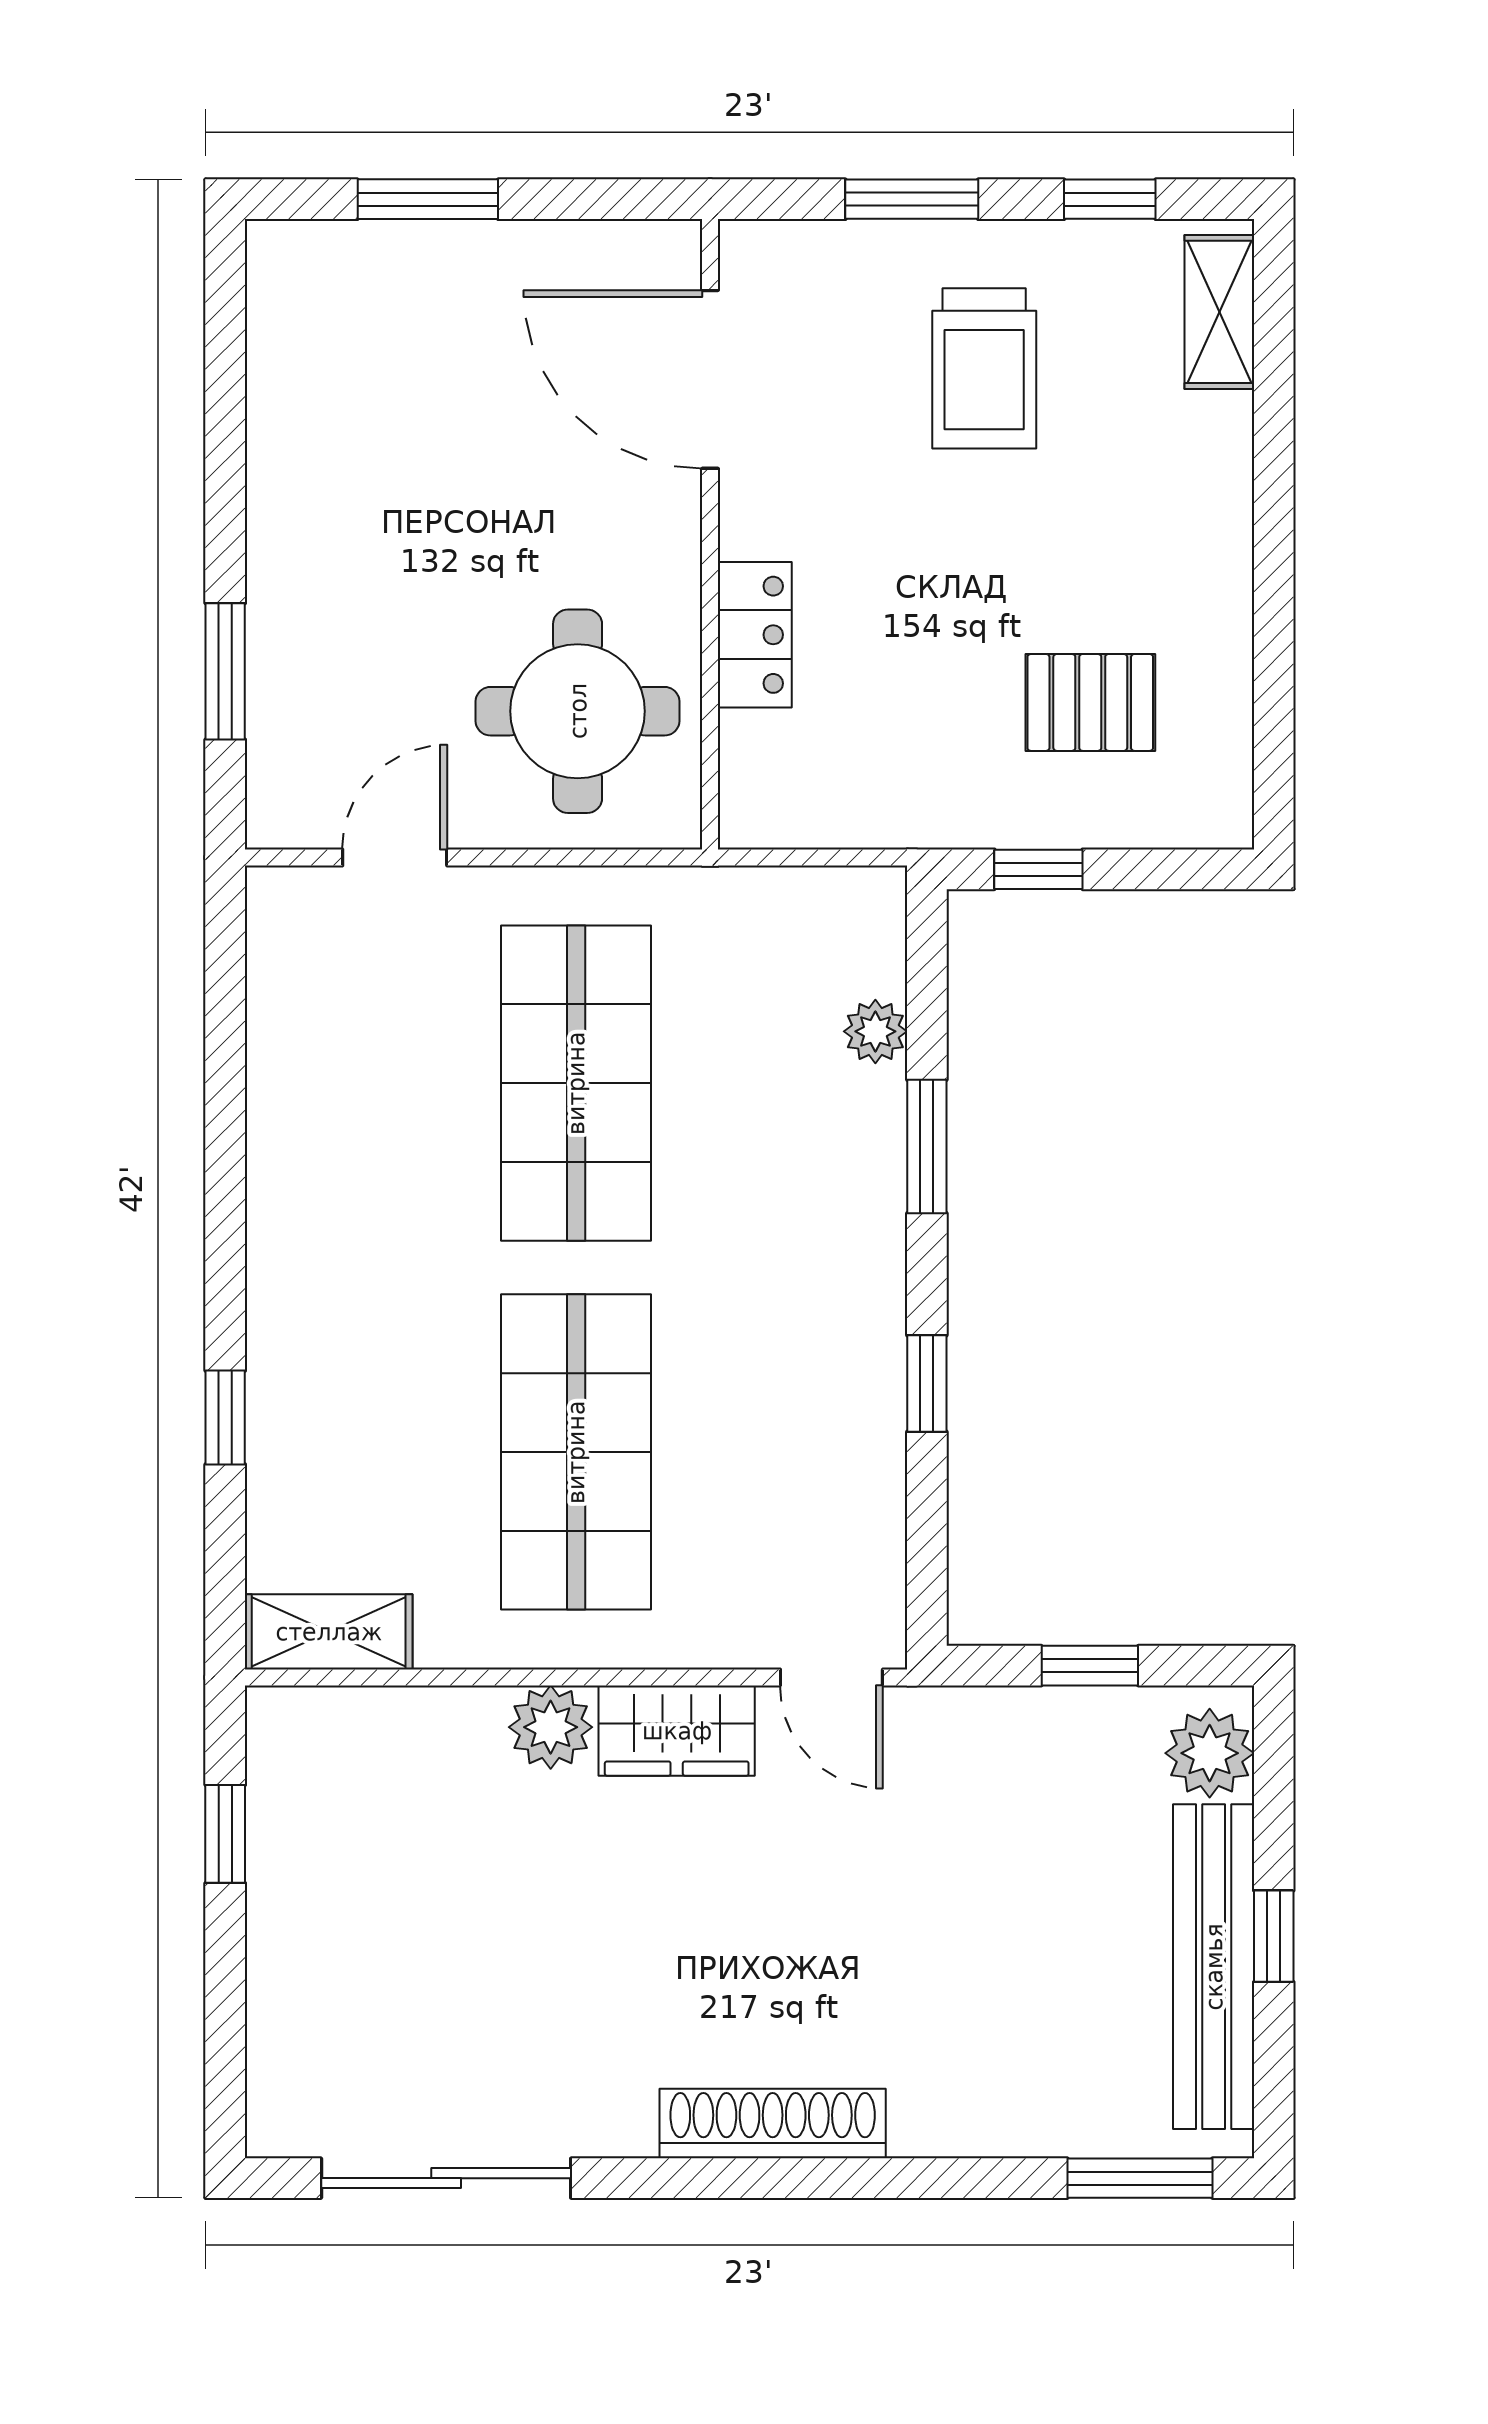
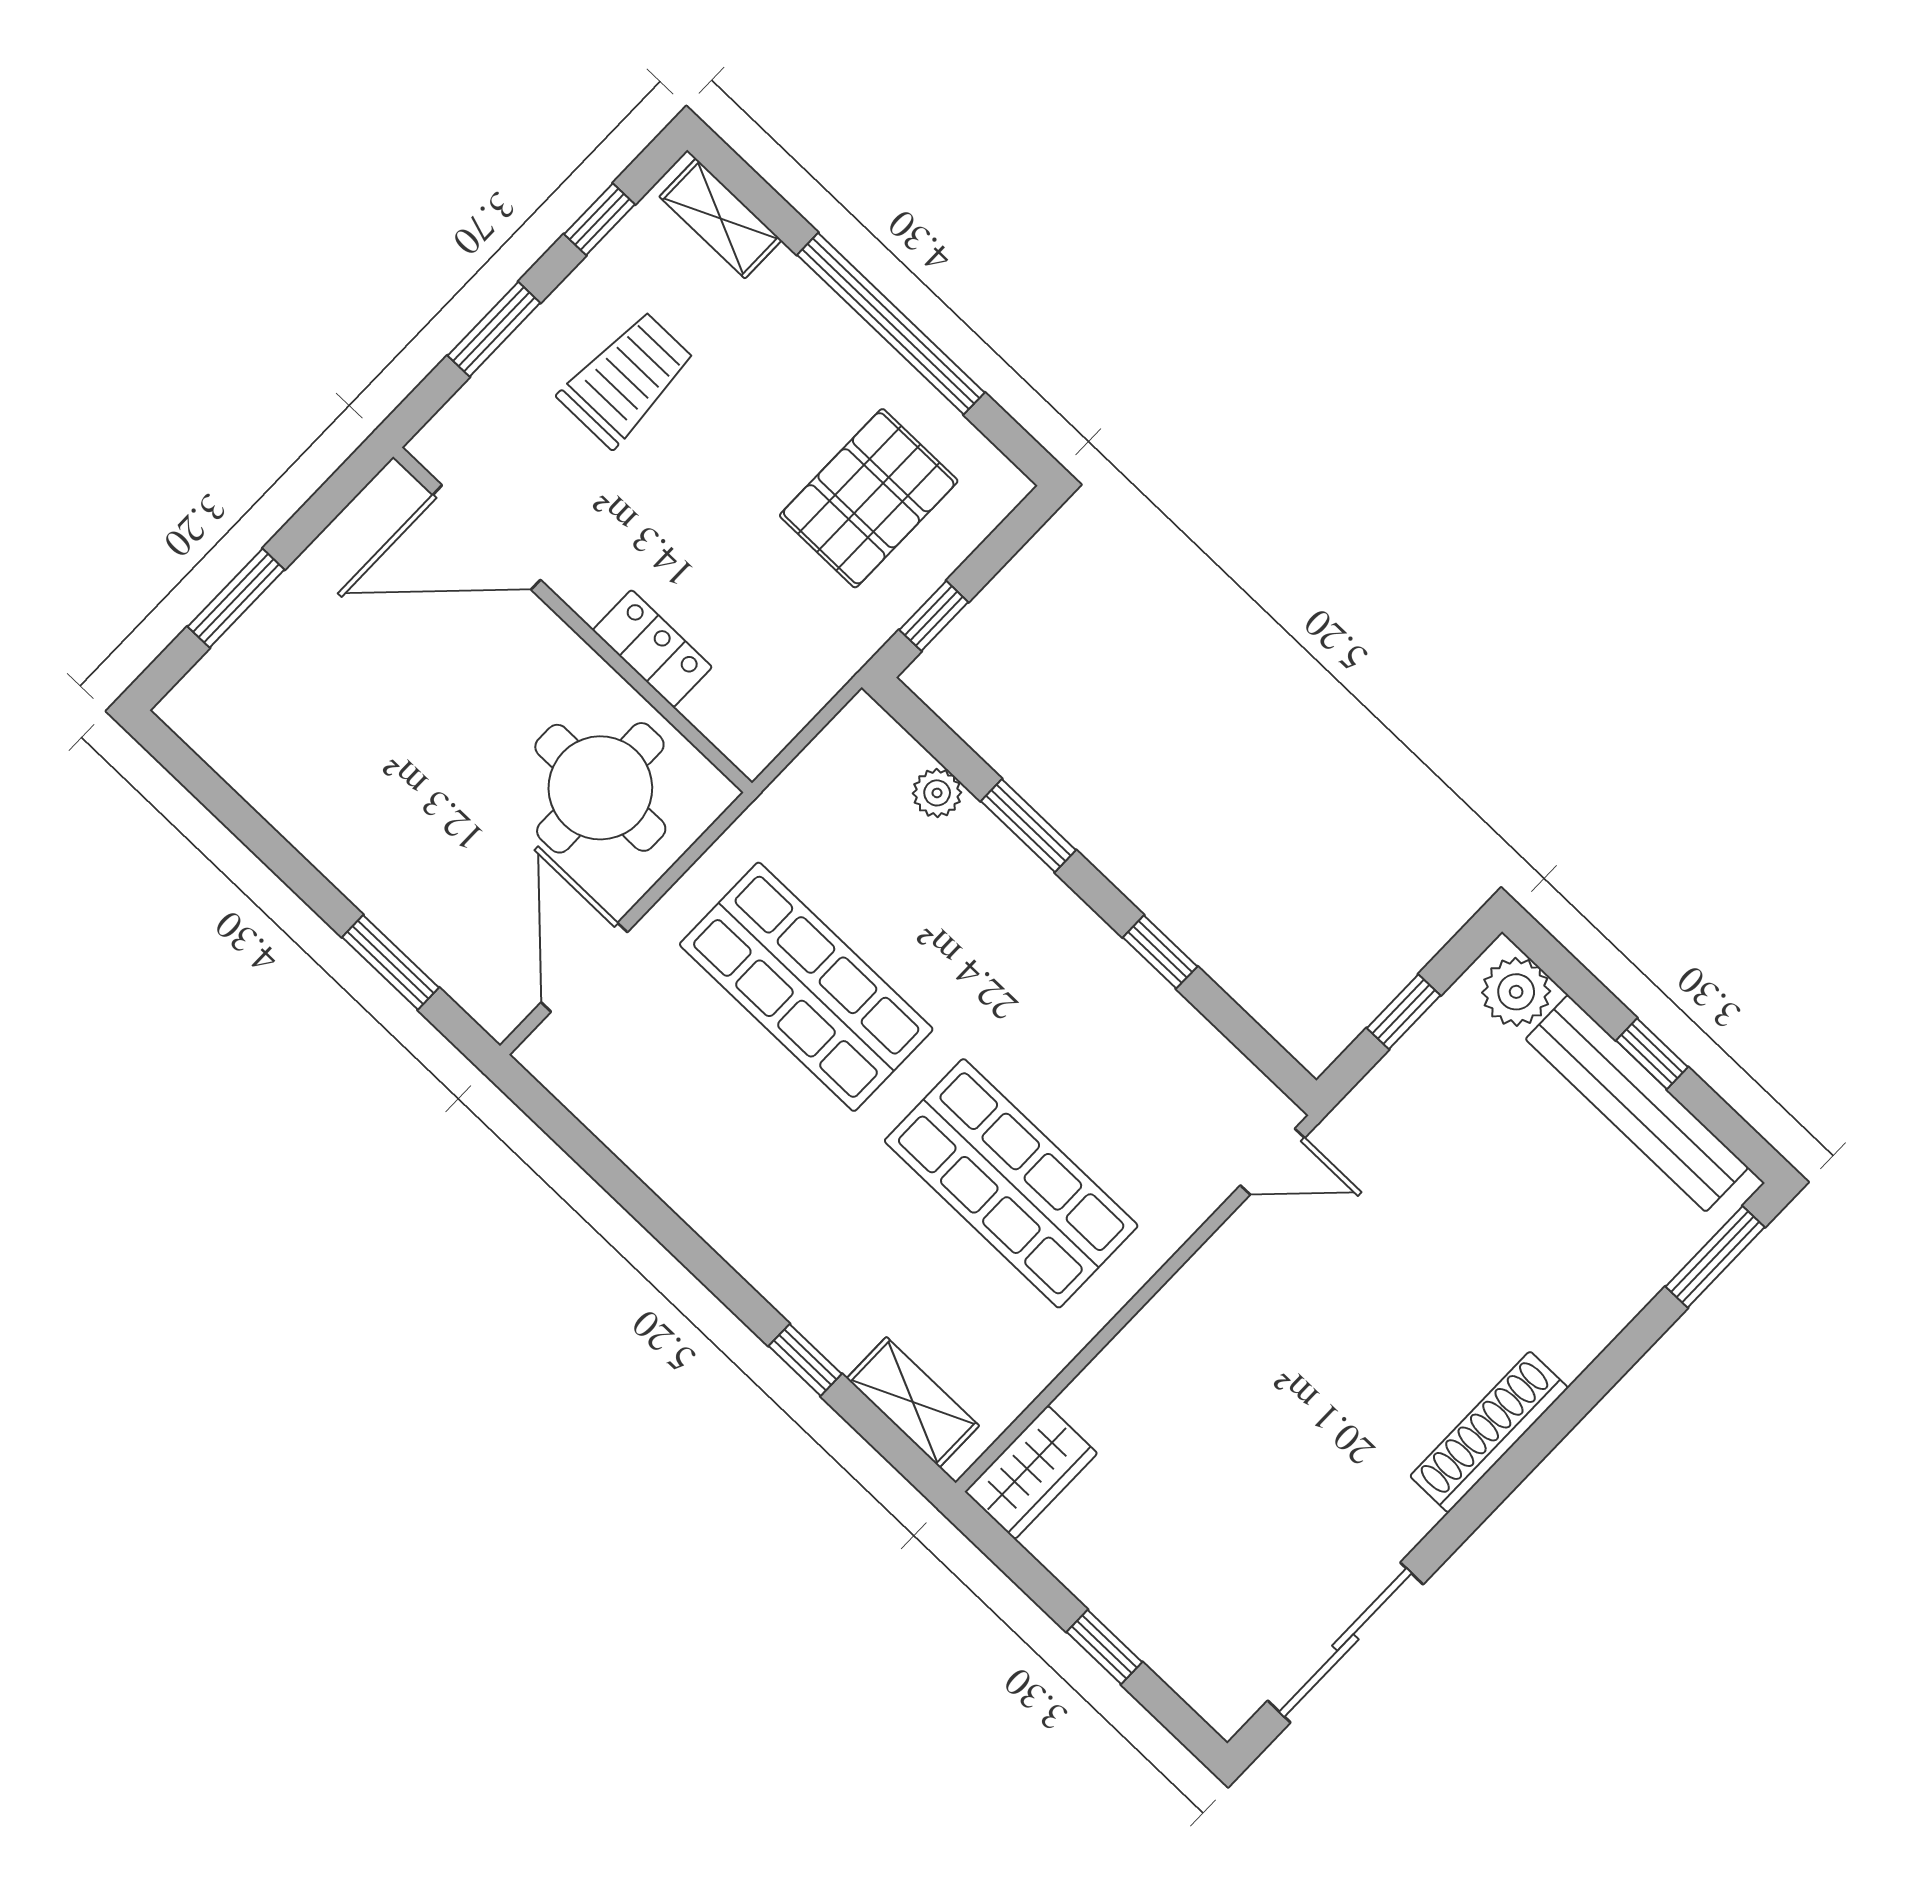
trolley: (984, 368) -> (627, 379), turned -90
window: (1274, 566) -> (891, 324), added
pallet: (1090, 702) -> (869, 498), width x1.50, depth x1.42
door: (395, 857) -> (584, 967), width x1.38
shelving: (329, 1632) -> (913, 1402), moved, turned 90
plant: (551, 1727) -> (1151, 1344), removed
wardrobe: (677, 1731) -> (1031, 1472), moved
window: (225, 1834) -> (1104, 1647), moved

